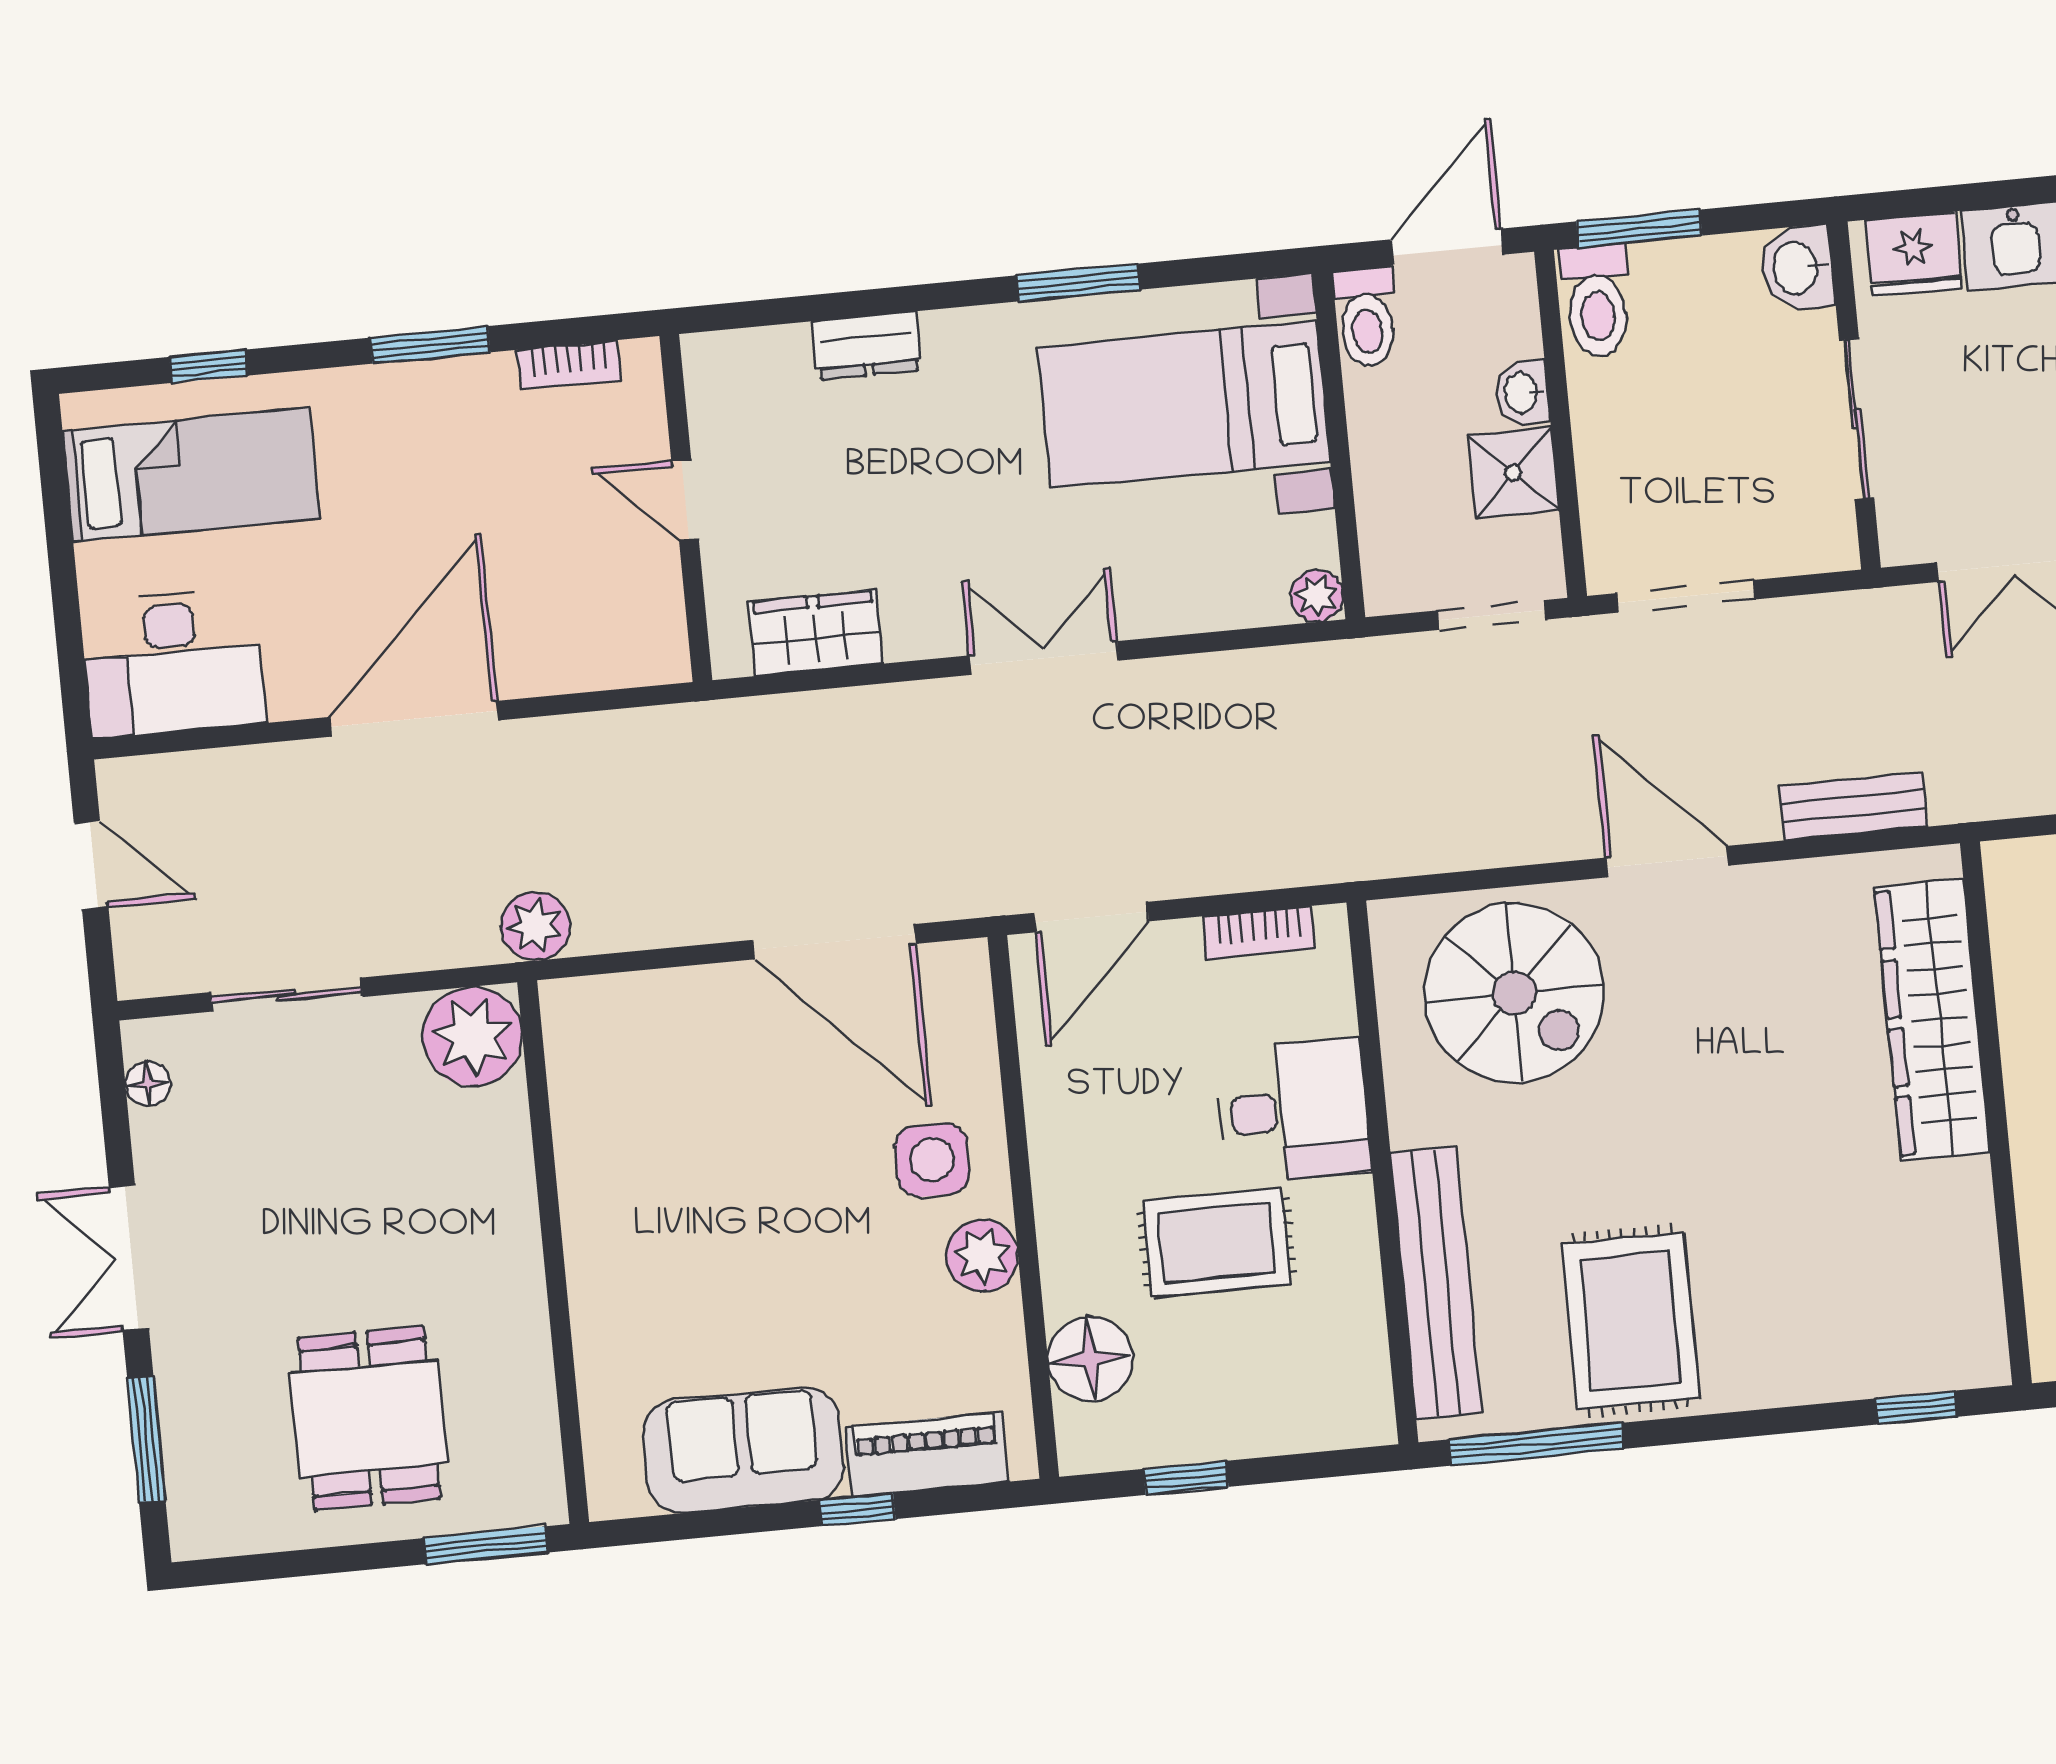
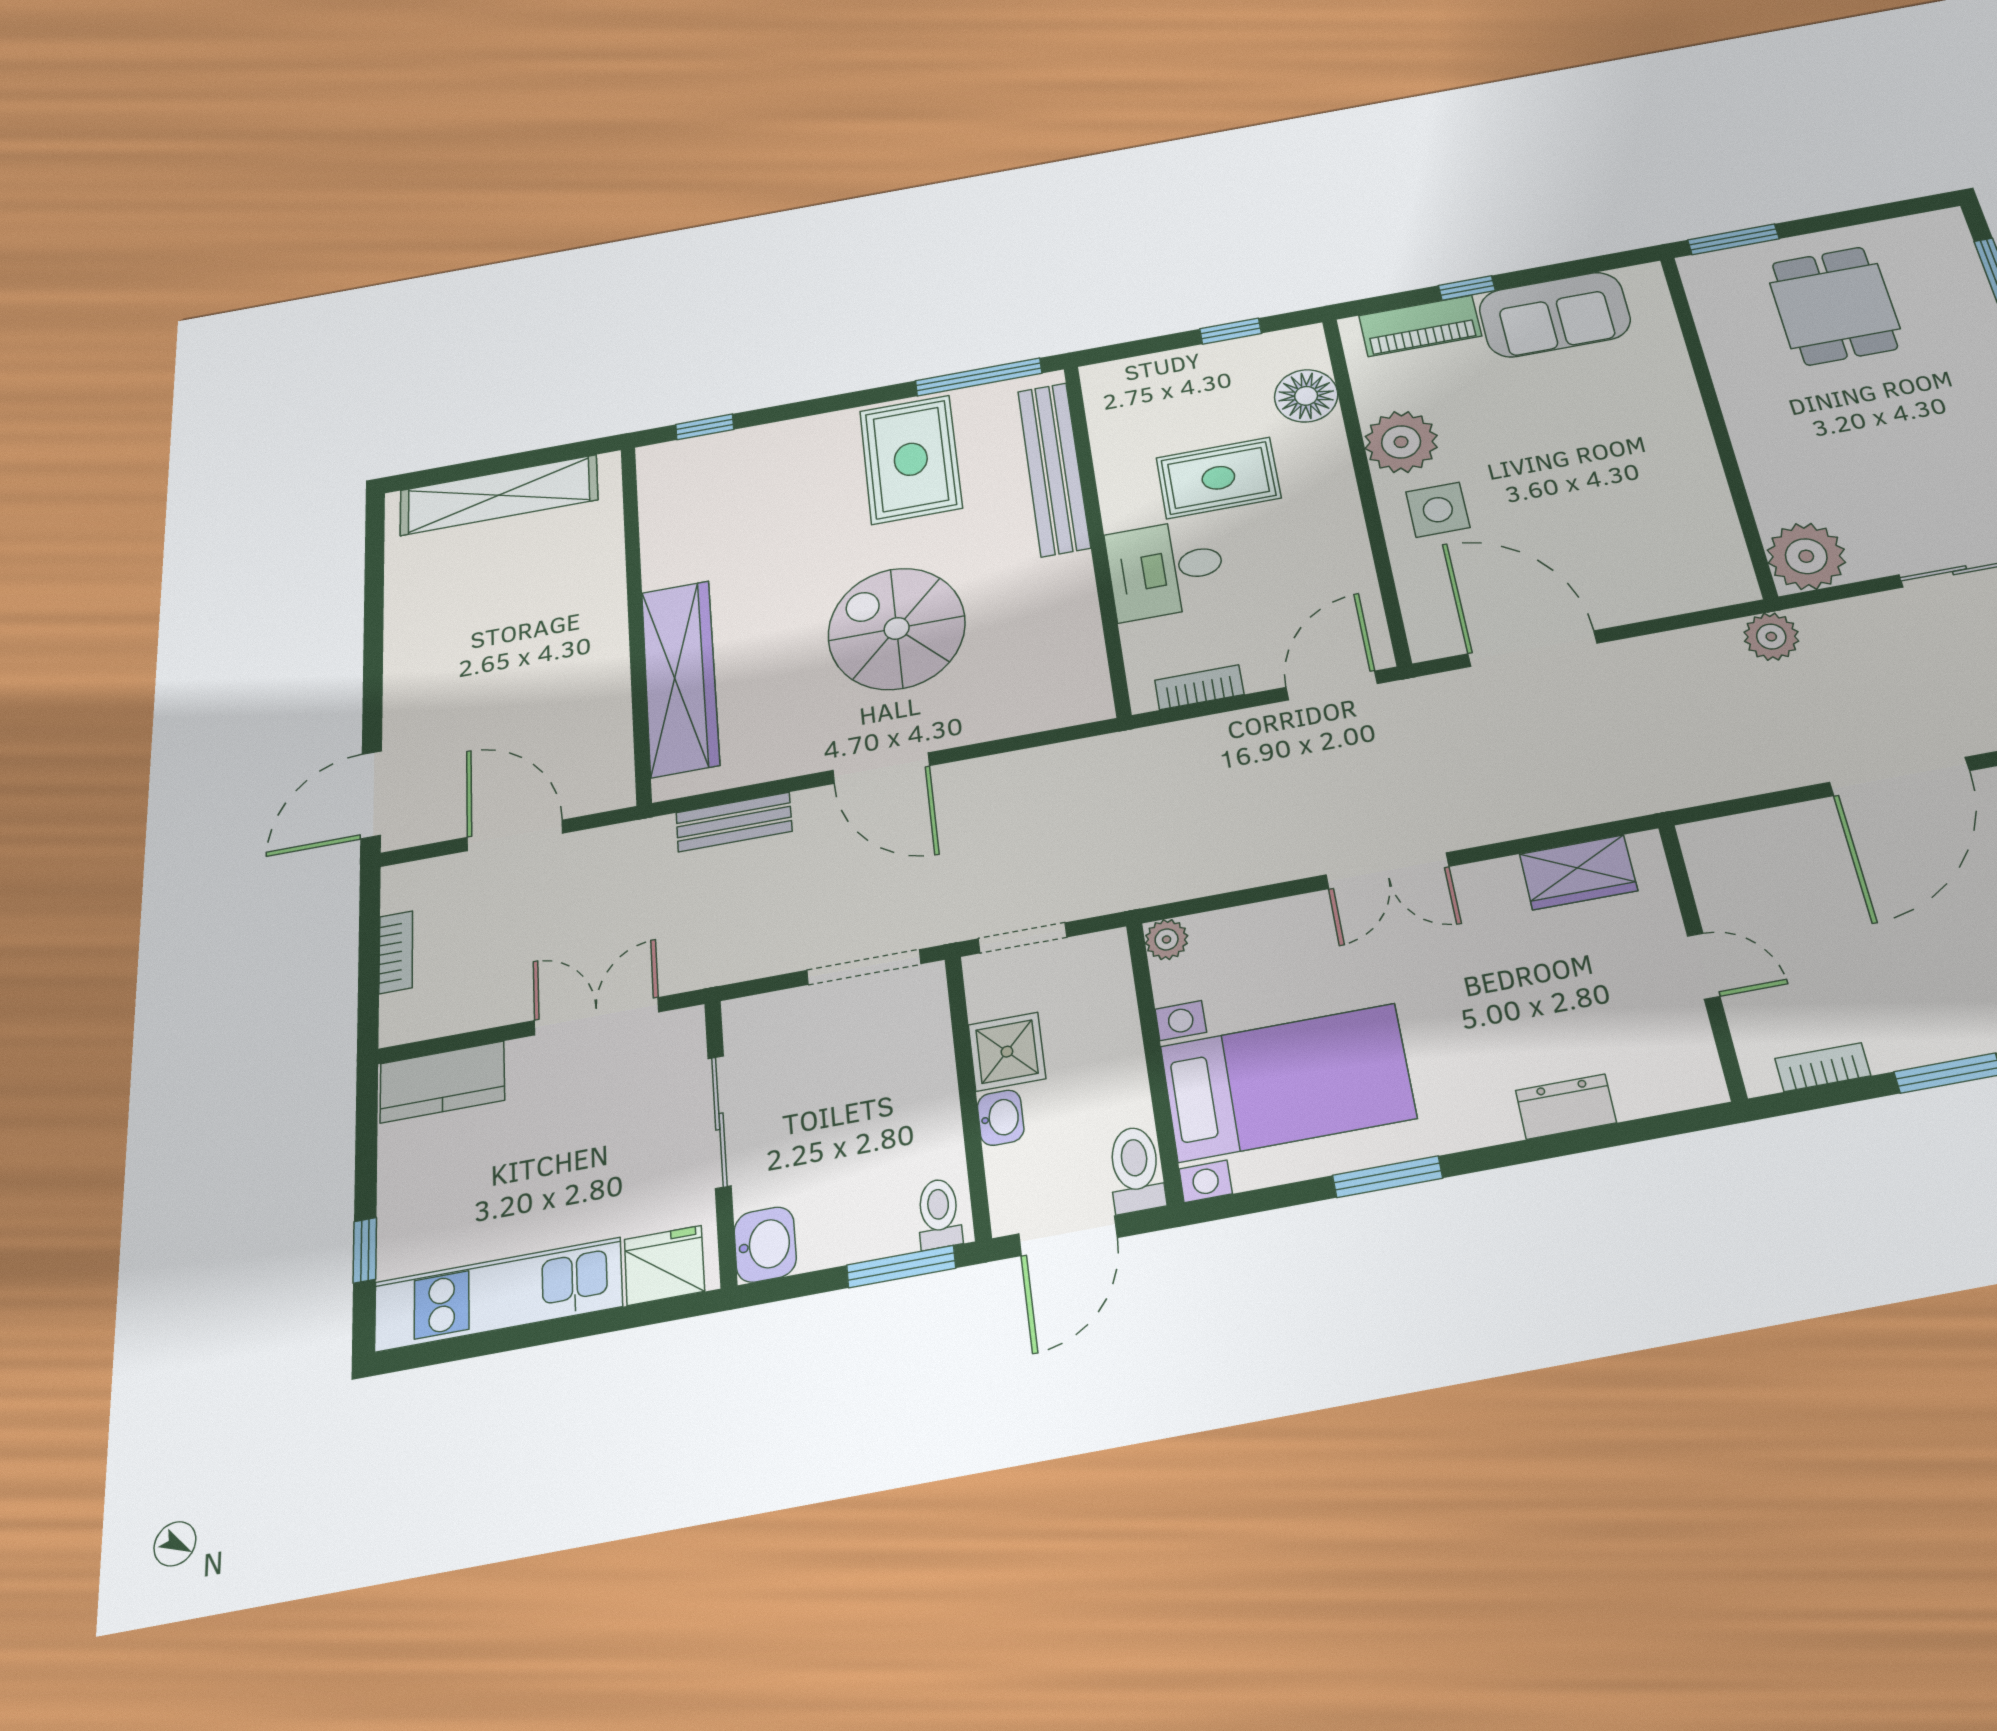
toilet: (1597, 301) -> (939, 1214), width x0.73, depth x0.72
spiral stairs: (1514, 993) -> (897, 628), moved
plant: (982, 1256) -> (1401, 442), width x1.36, depth x1.36

